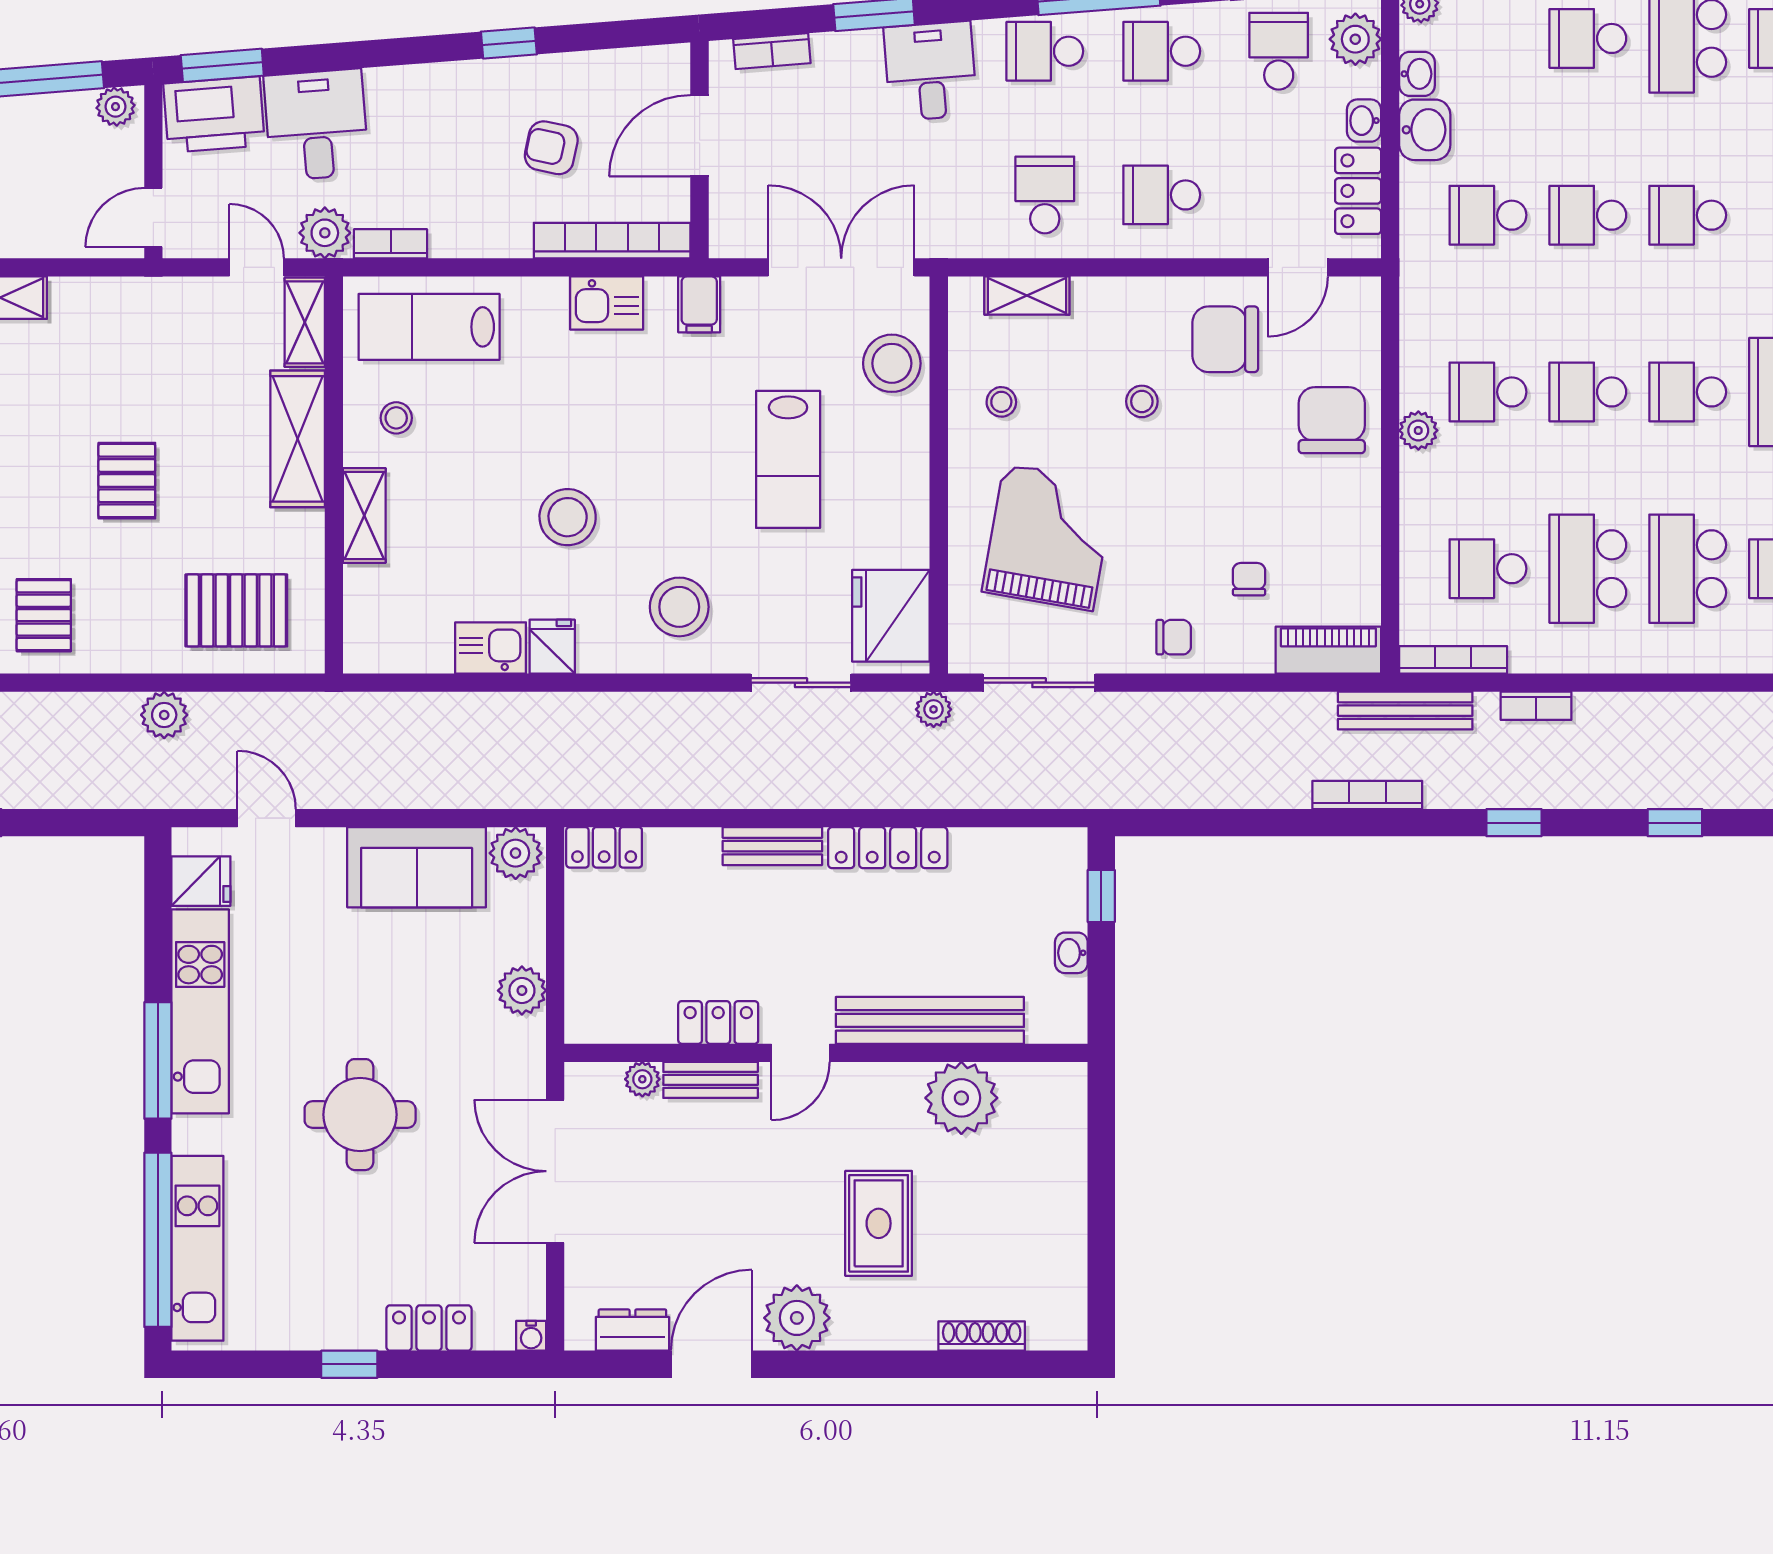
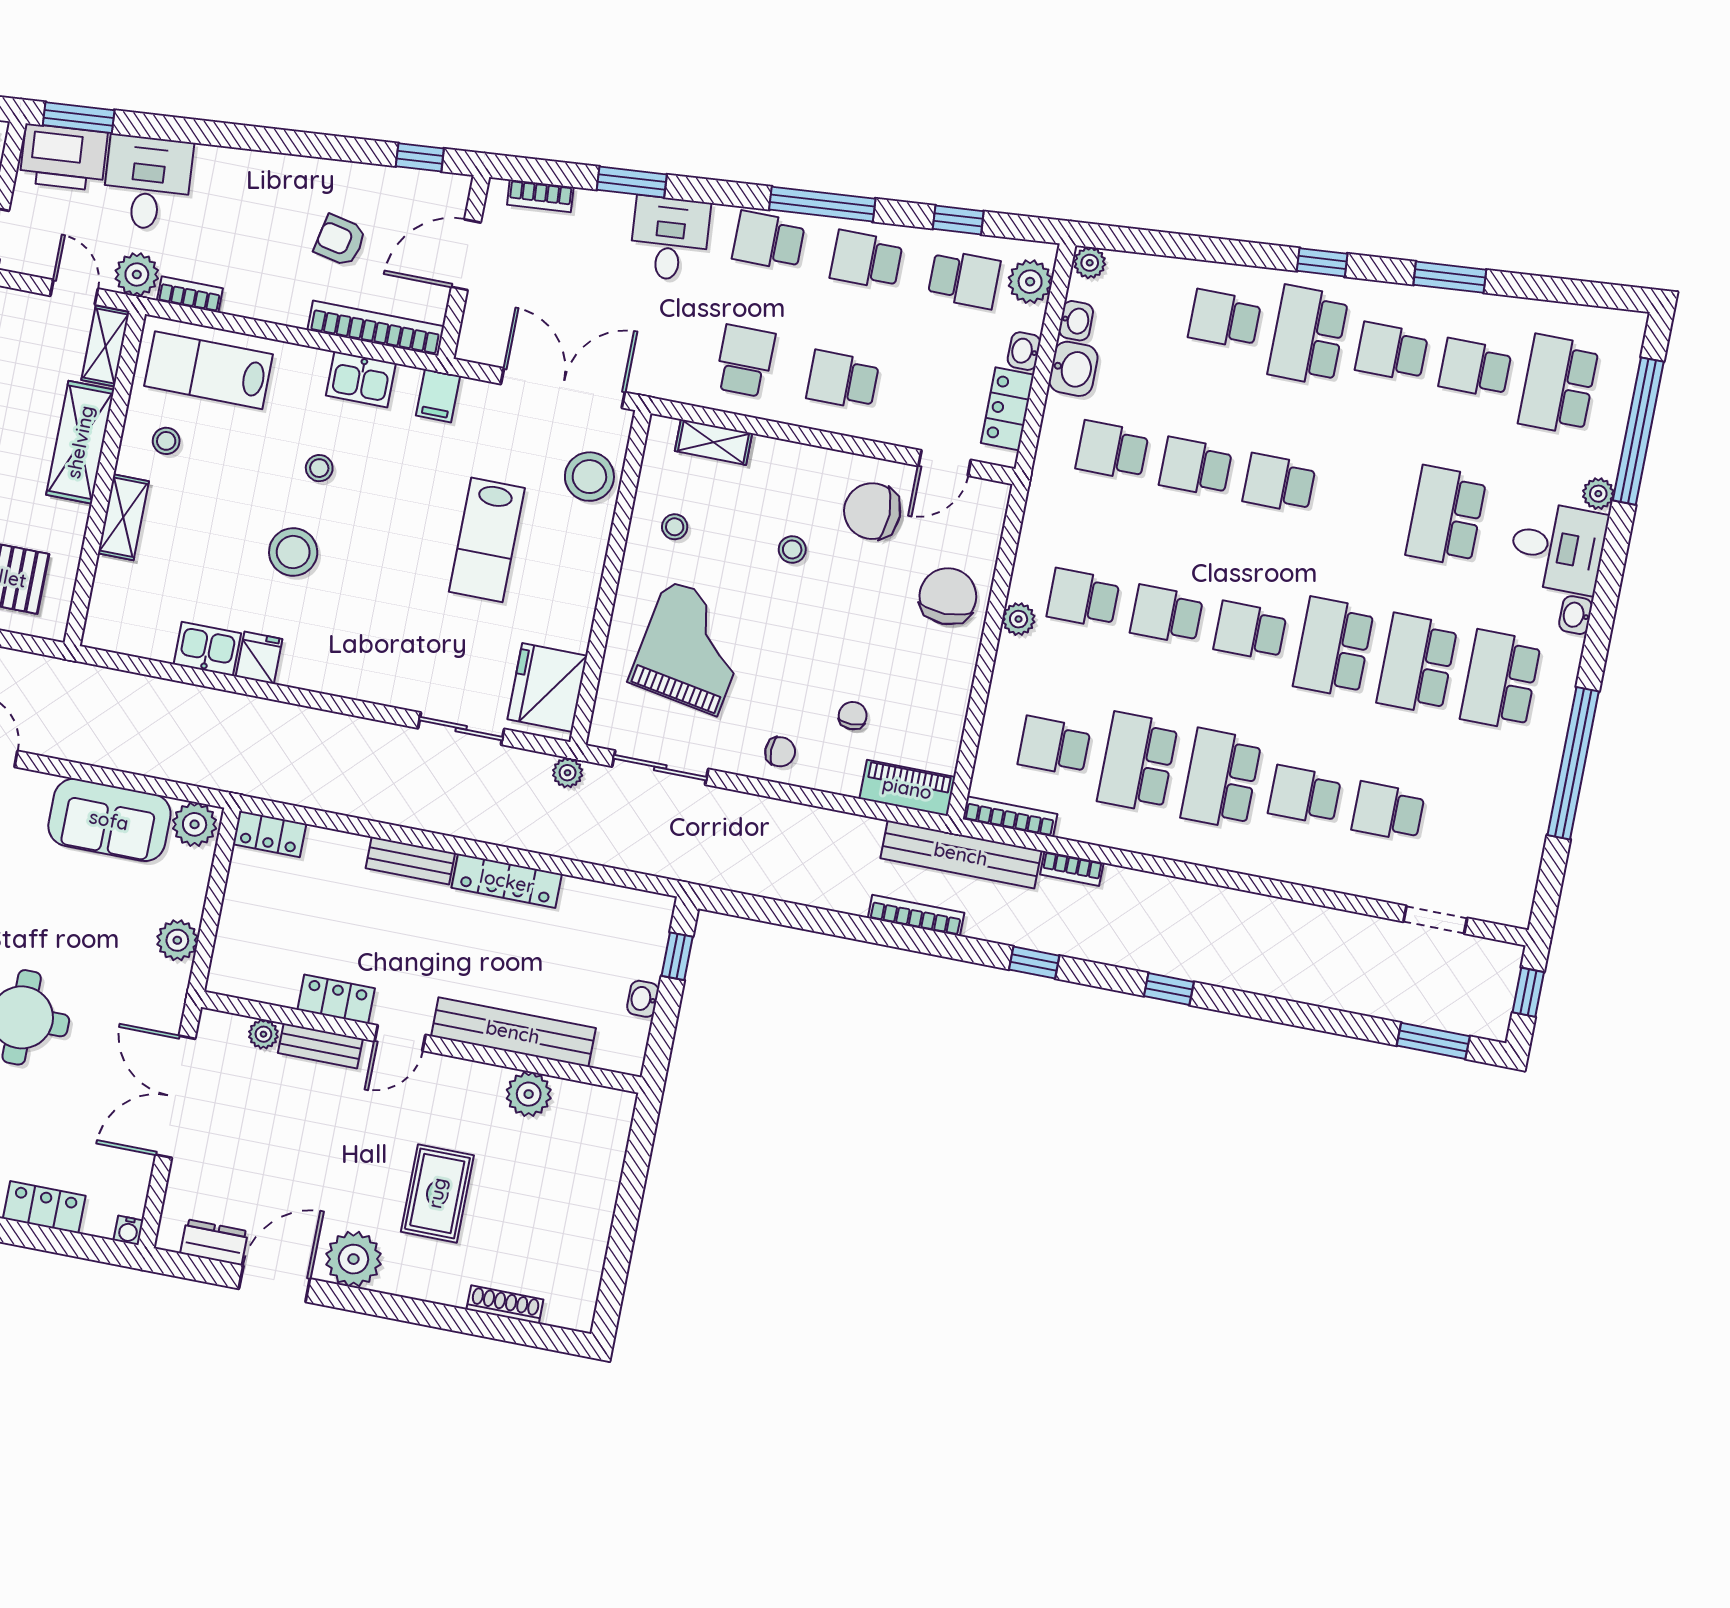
window: (509, 43) -> (420, 157), moved
school desk: (1279, 51) -> (964, 279), turned 90
stool: (679, 607) -> (319, 468), moved, width x0.53, depth x0.53
bench: (1405, 711) -> (961, 854), width x1.37, depth x1.21
plant: (961, 1098) -> (529, 1094), width x0.73, depth x0.73

